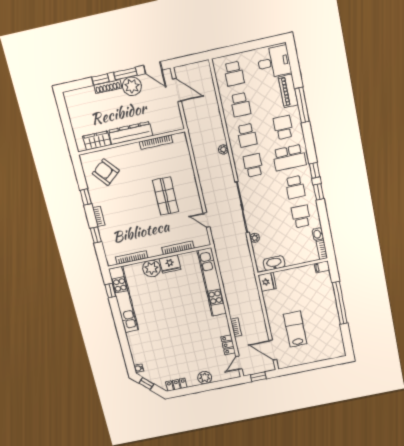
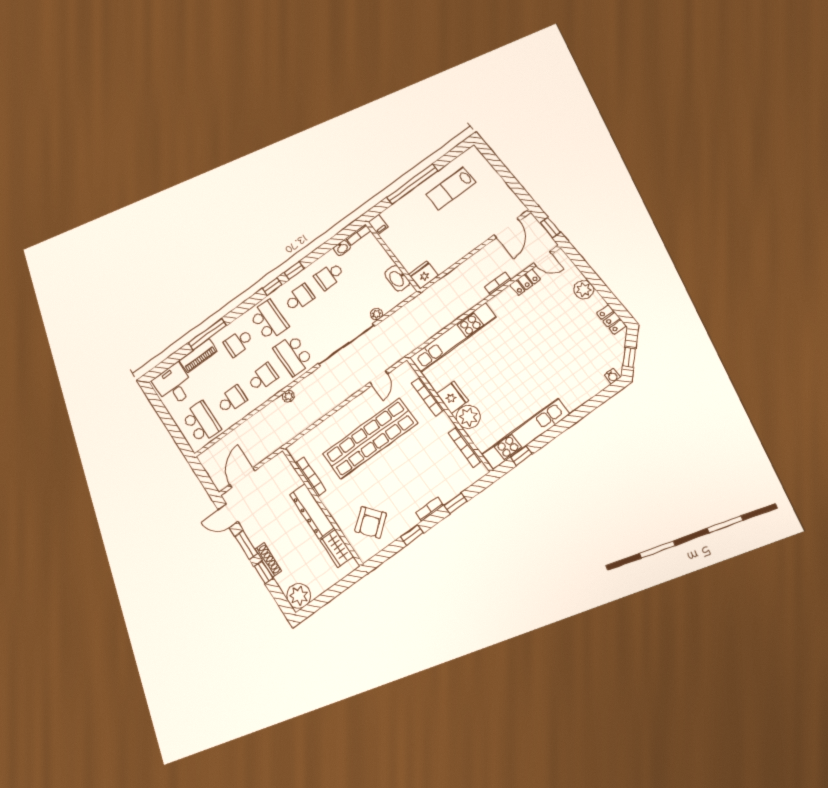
door: (153, 68) -> (228, 516), swing flipped
school desk: (234, 74) -> (201, 422), width x1.85
plant: (132, 86) -> (299, 596), moved
school desk: (253, 165) -> (293, 355), width x1.85
shop shelf: (165, 196) -> (370, 438), width x2.00, depth x1.36
lab bench: (295, 329) -> (451, 188), moved

